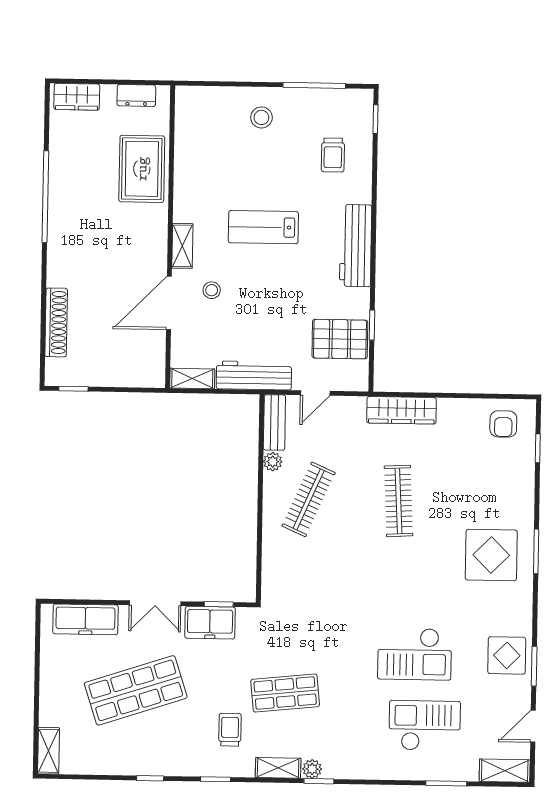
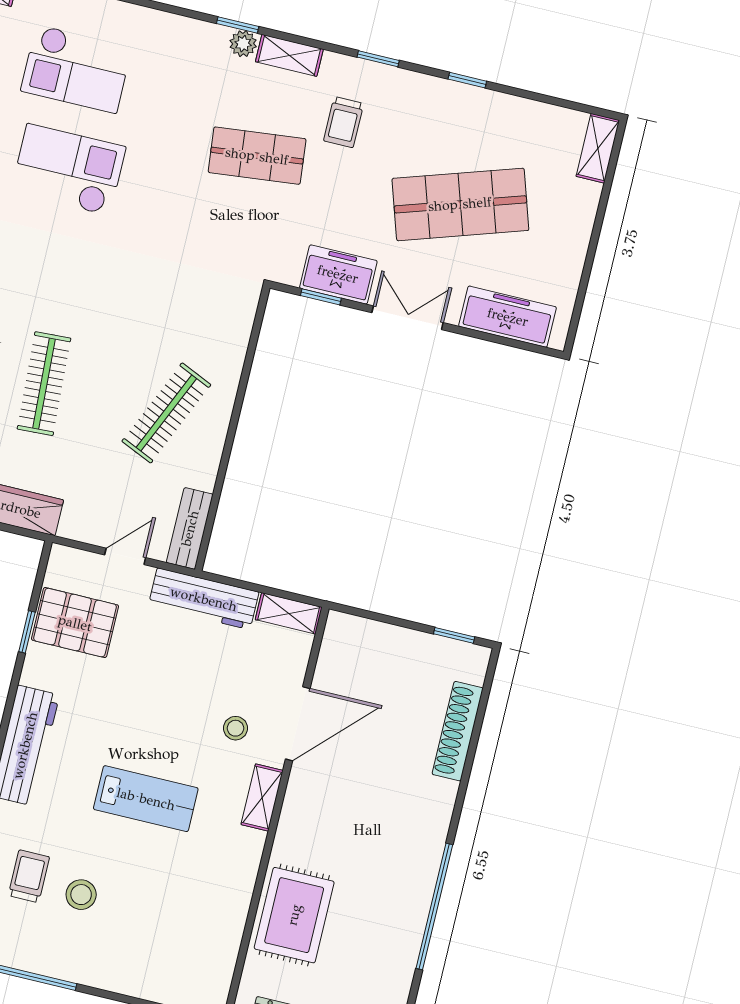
stool: (261, 117) -> (81, 895), moved
plant: (273, 462) -> (204, 475), removed

